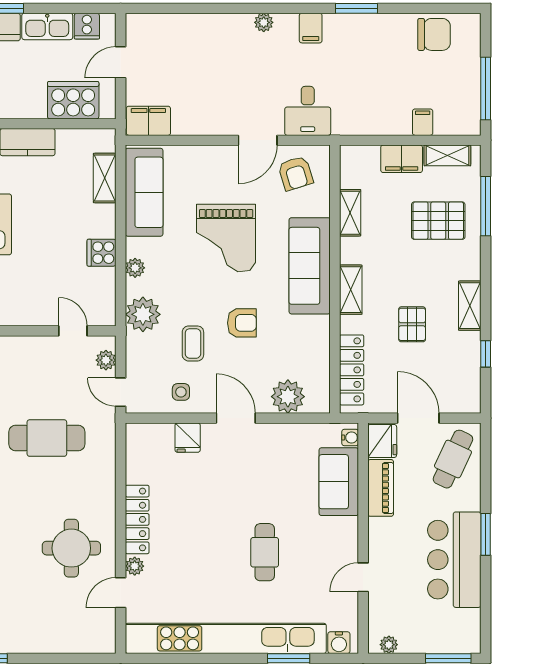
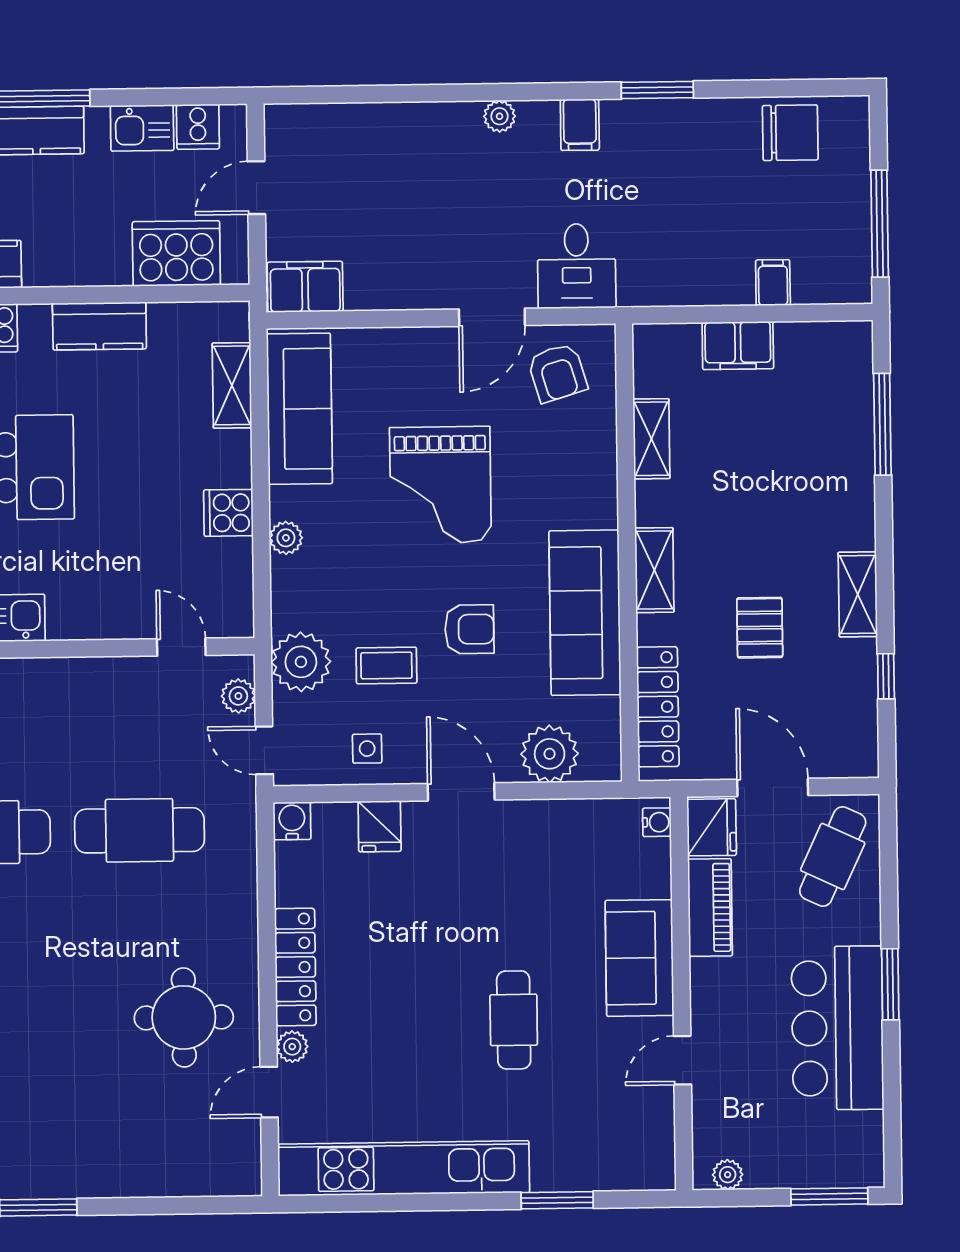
kitchen sink: (47, 26) -> (142, 128), width x0.73
shelving: (447, 155) -> (816, 339), removed
pallet: (438, 221) -> (802, 450), removed
sofa: (310, 266) -> (585, 613), moved
plant: (143, 314) -> (301, 662), moved
coffee table: (193, 343) -> (386, 666), turned 90
sofa: (339, 482) -> (639, 958), moved
kitchen unit: (226, 638) -> (404, 1168), width x0.73
water cooler: (339, 643) -> (292, 821), moved, turned 180

